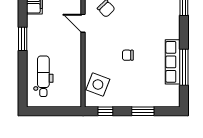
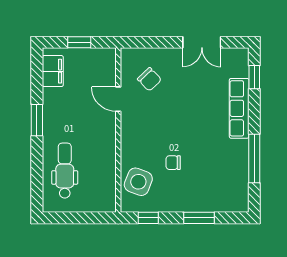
chair: (128, 55) -> (173, 163), moved
row of seats: (173, 62) -> (239, 108), moved

